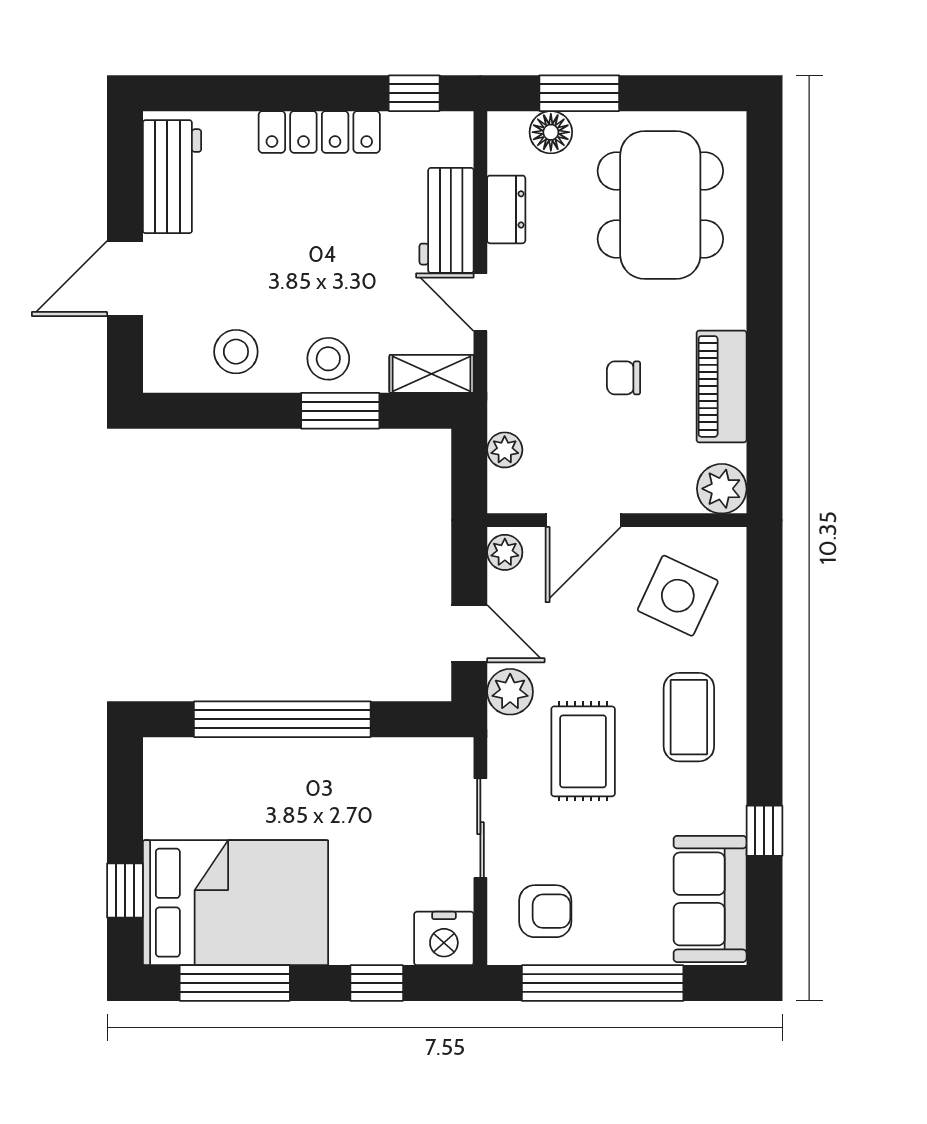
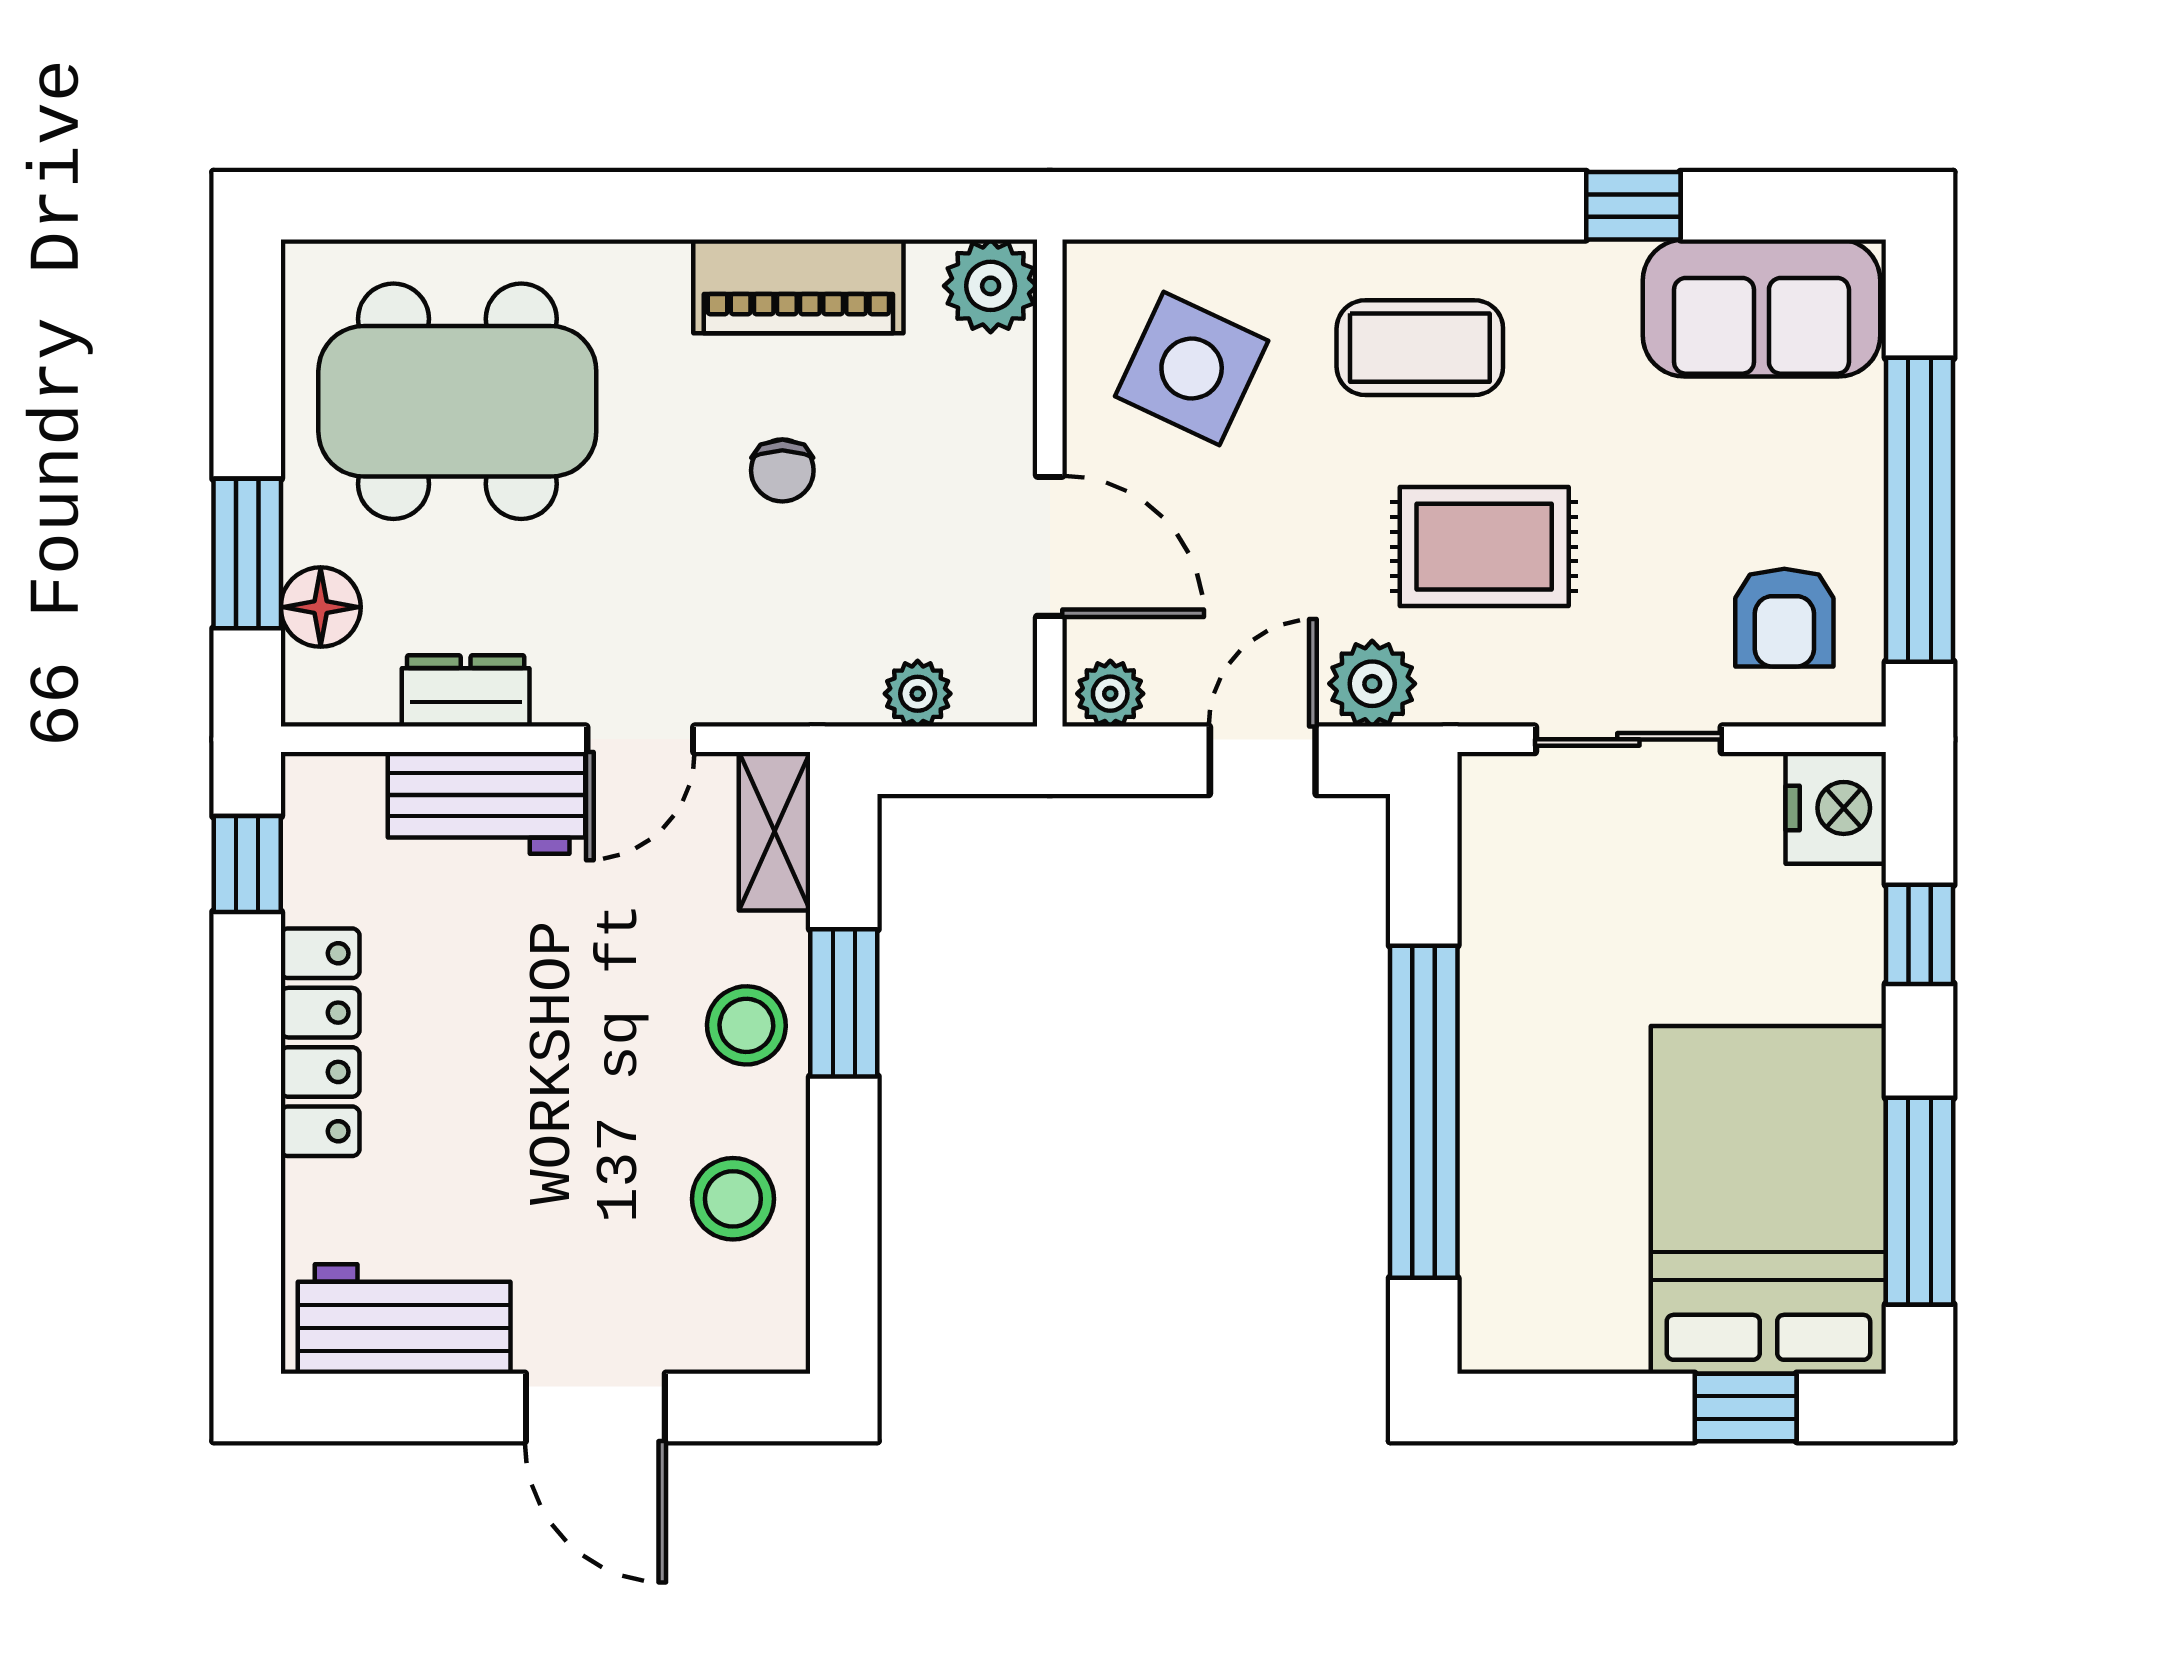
armchair: (545, 911) -> (1784, 618), turned 180

